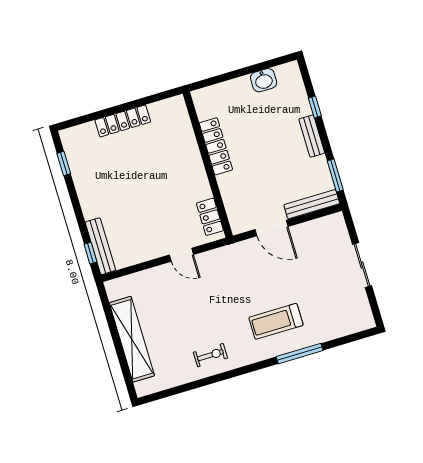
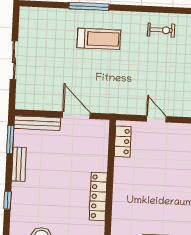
bench: (312, 136) -> (19, 164), moved
exercise bike: (210, 355) -> (161, 30), turned 180

